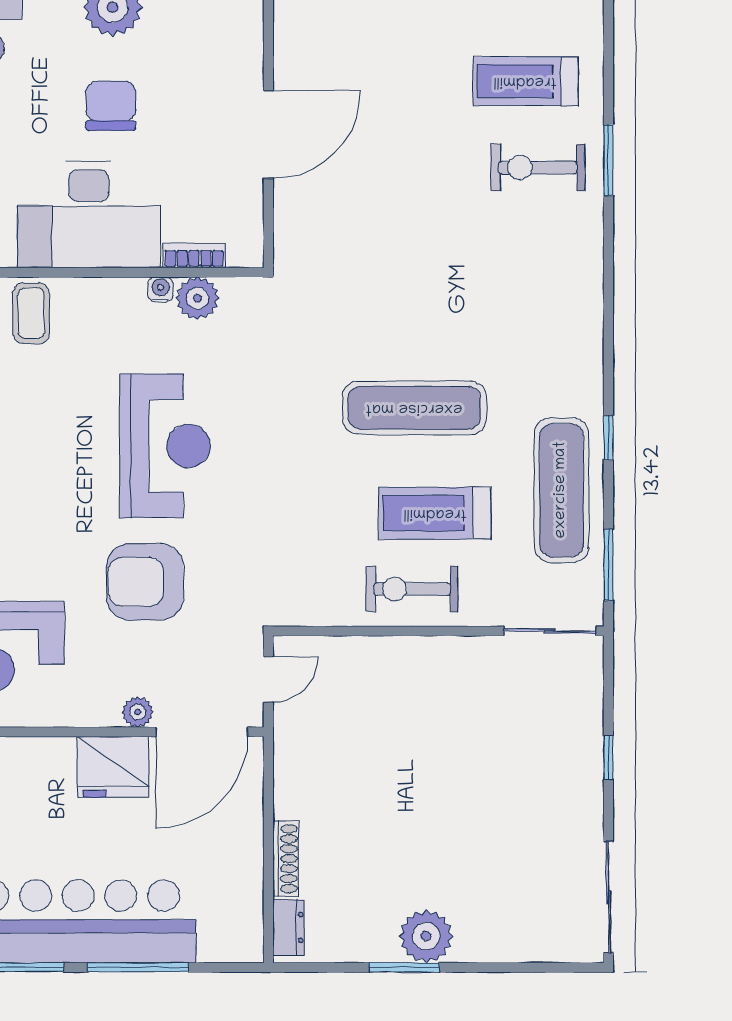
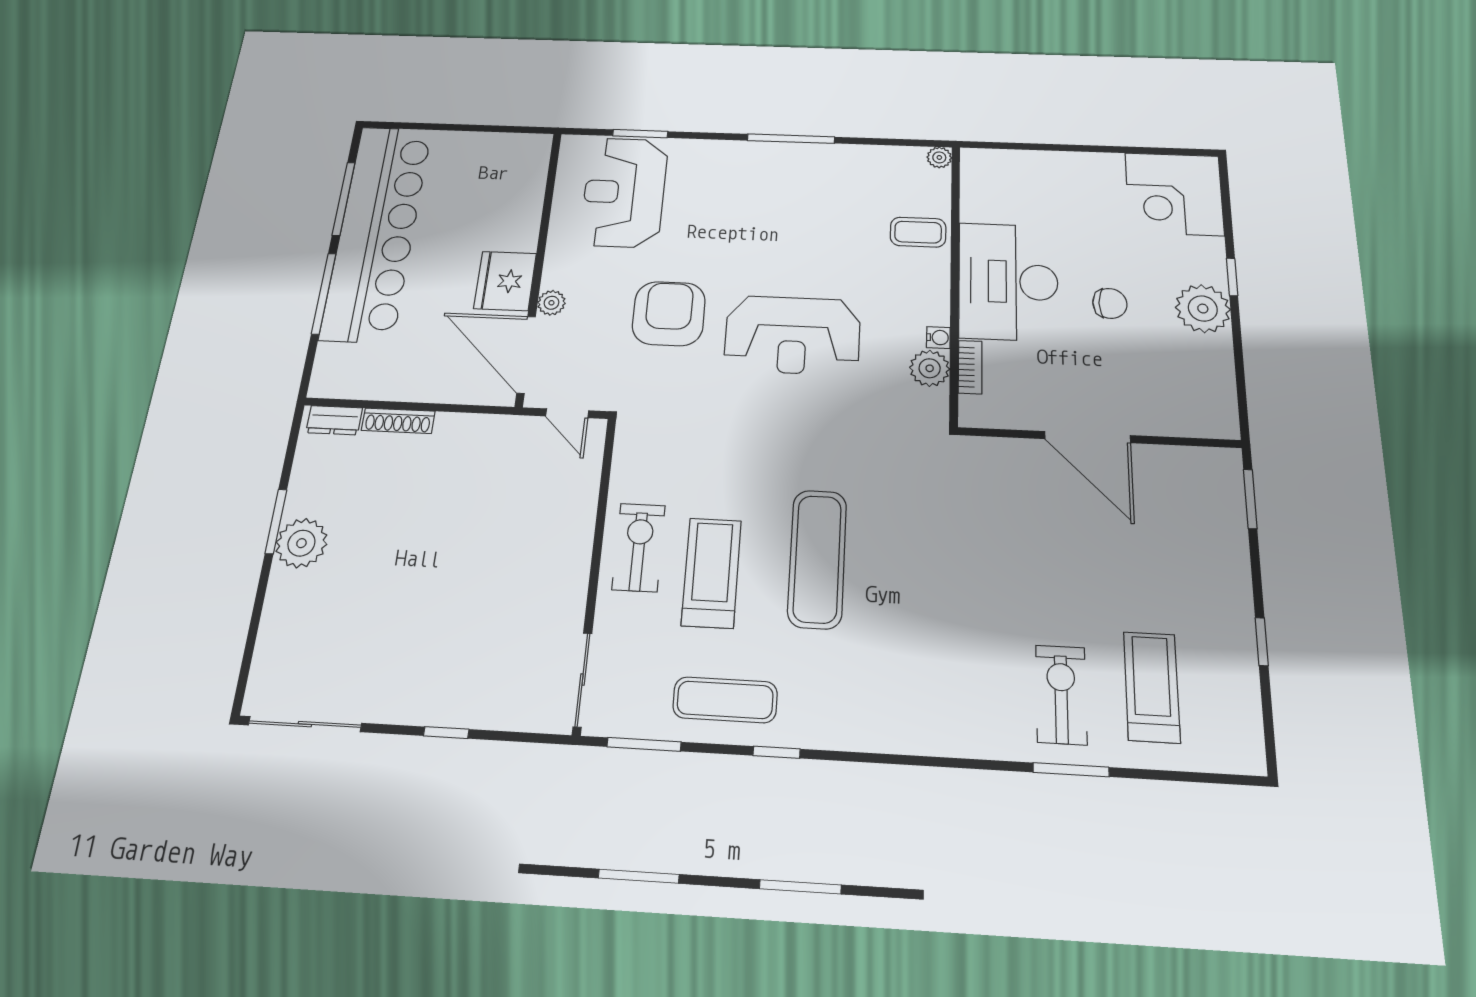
chair: (111, 106) -> (1110, 303), width x0.73, depth x0.73
exercise mat: (561, 490) -> (725, 700), width x0.73, depth x0.69

